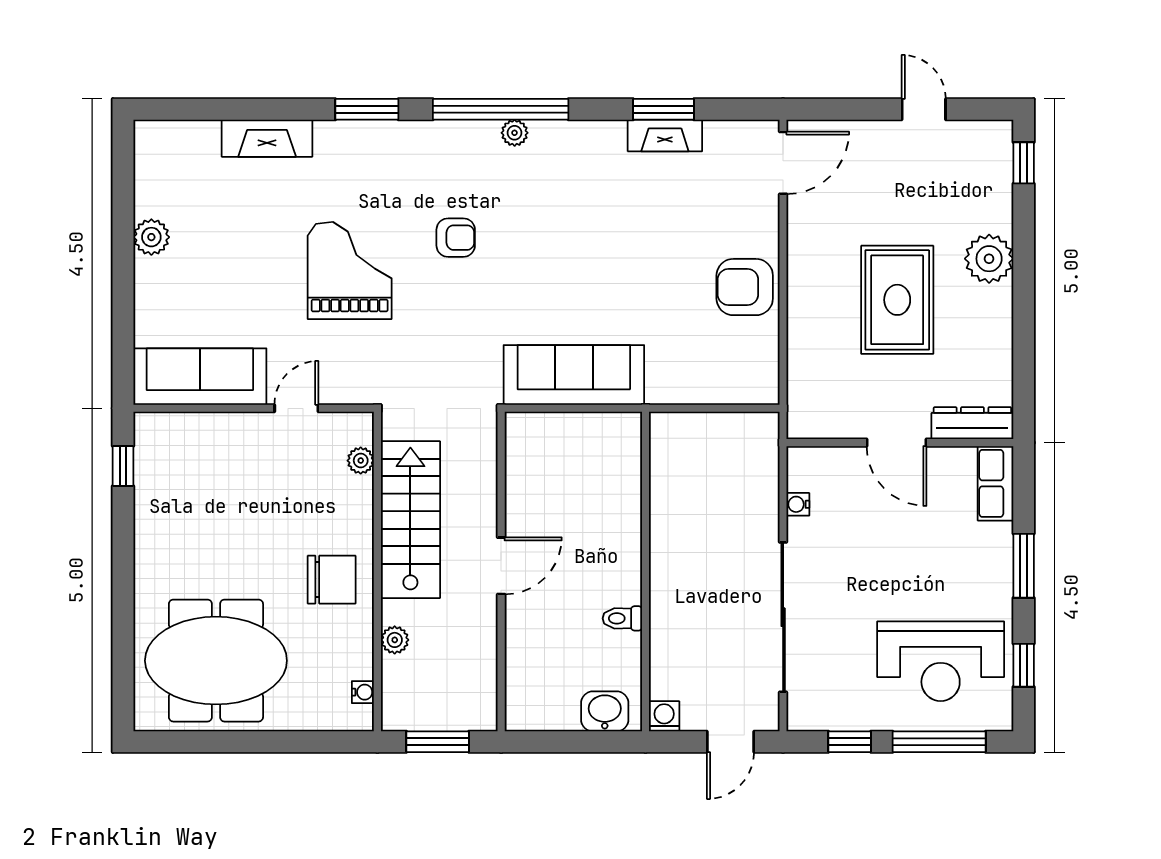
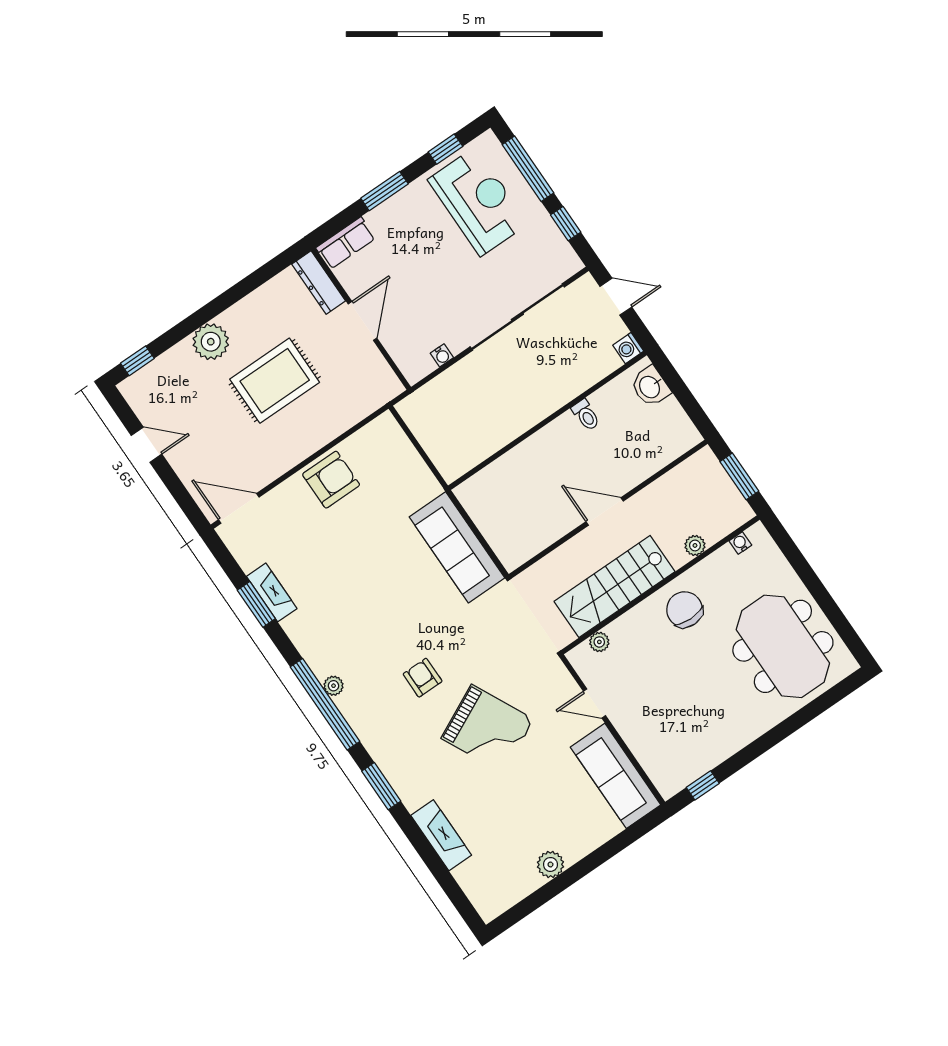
door: (924, 109) -> (147, 445), swing flipped
grand piano: (350, 271) -> (487, 729), turned -116
armchair: (745, 287) -> (331, 480), turned -90

